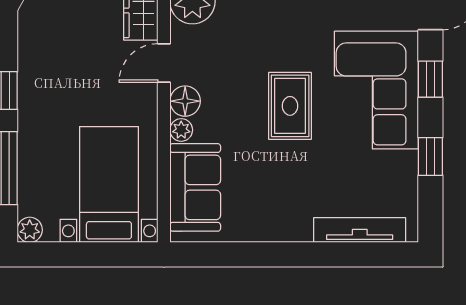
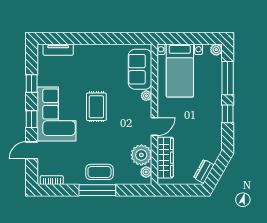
floor lamp: (185, 101) -> (145, 109), removed
tv unit: (360, 230) -> (58, 50), width x0.71

